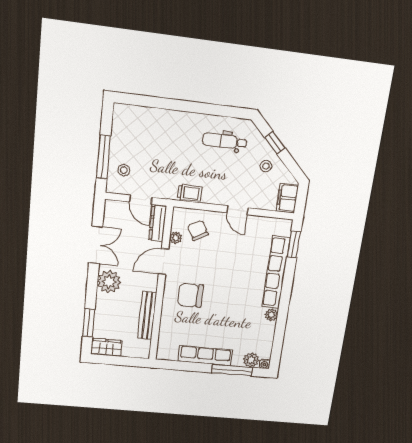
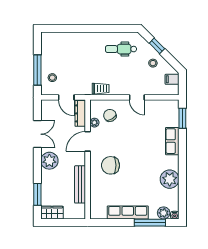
filing cabinet: (287, 198) -> (172, 79), width x0.50
row of seats: (276, 272) -> (172, 141), width x0.50
plant: (271, 315) -> (170, 179), width x1.88, depth x1.88

